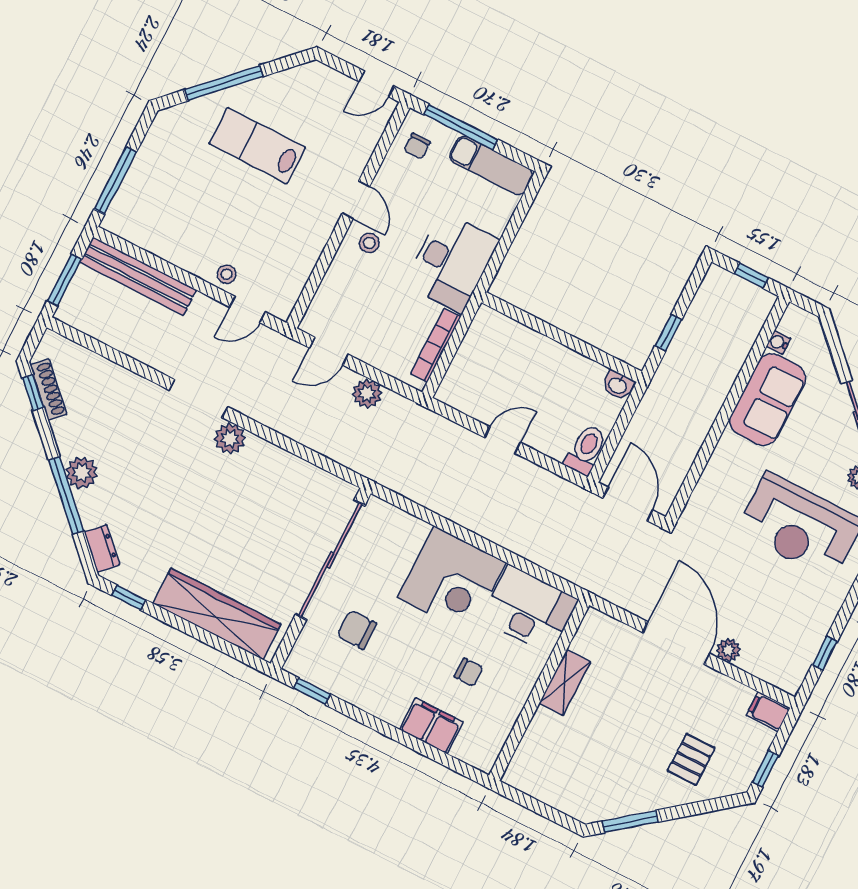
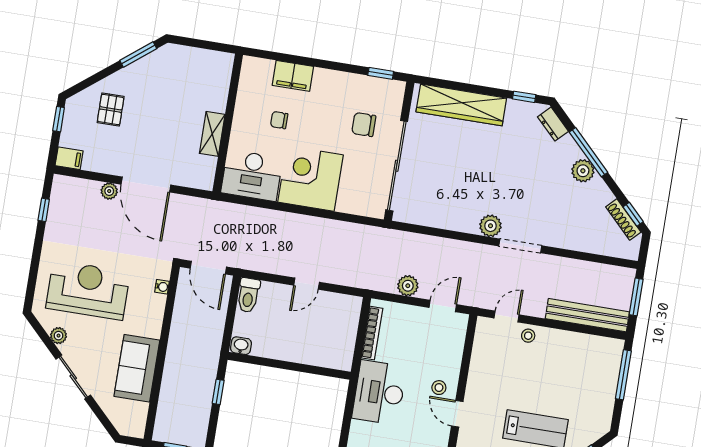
water cooler: (778, 342) -> (162, 287), moved
chair: (357, 630) -> (364, 125), turned 180

